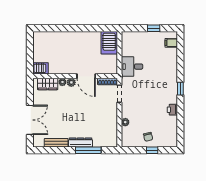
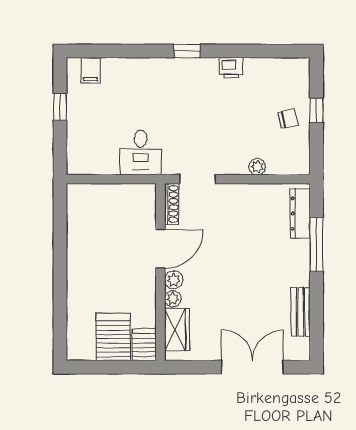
server rack: (109, 43) -> (113, 337), moved, turned -90
dresser: (81, 143) -> (300, 214), moved

